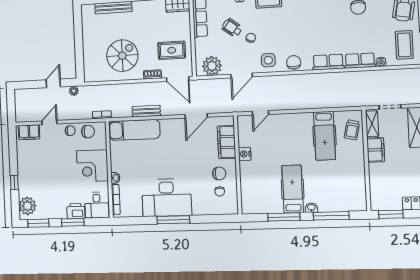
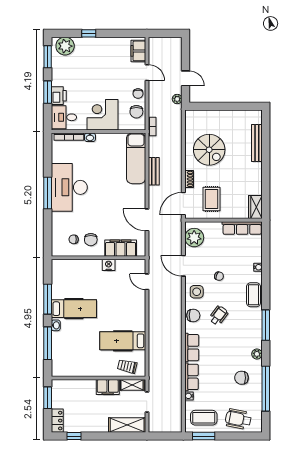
wheelchair: (232, 28) -> (219, 316), moved

